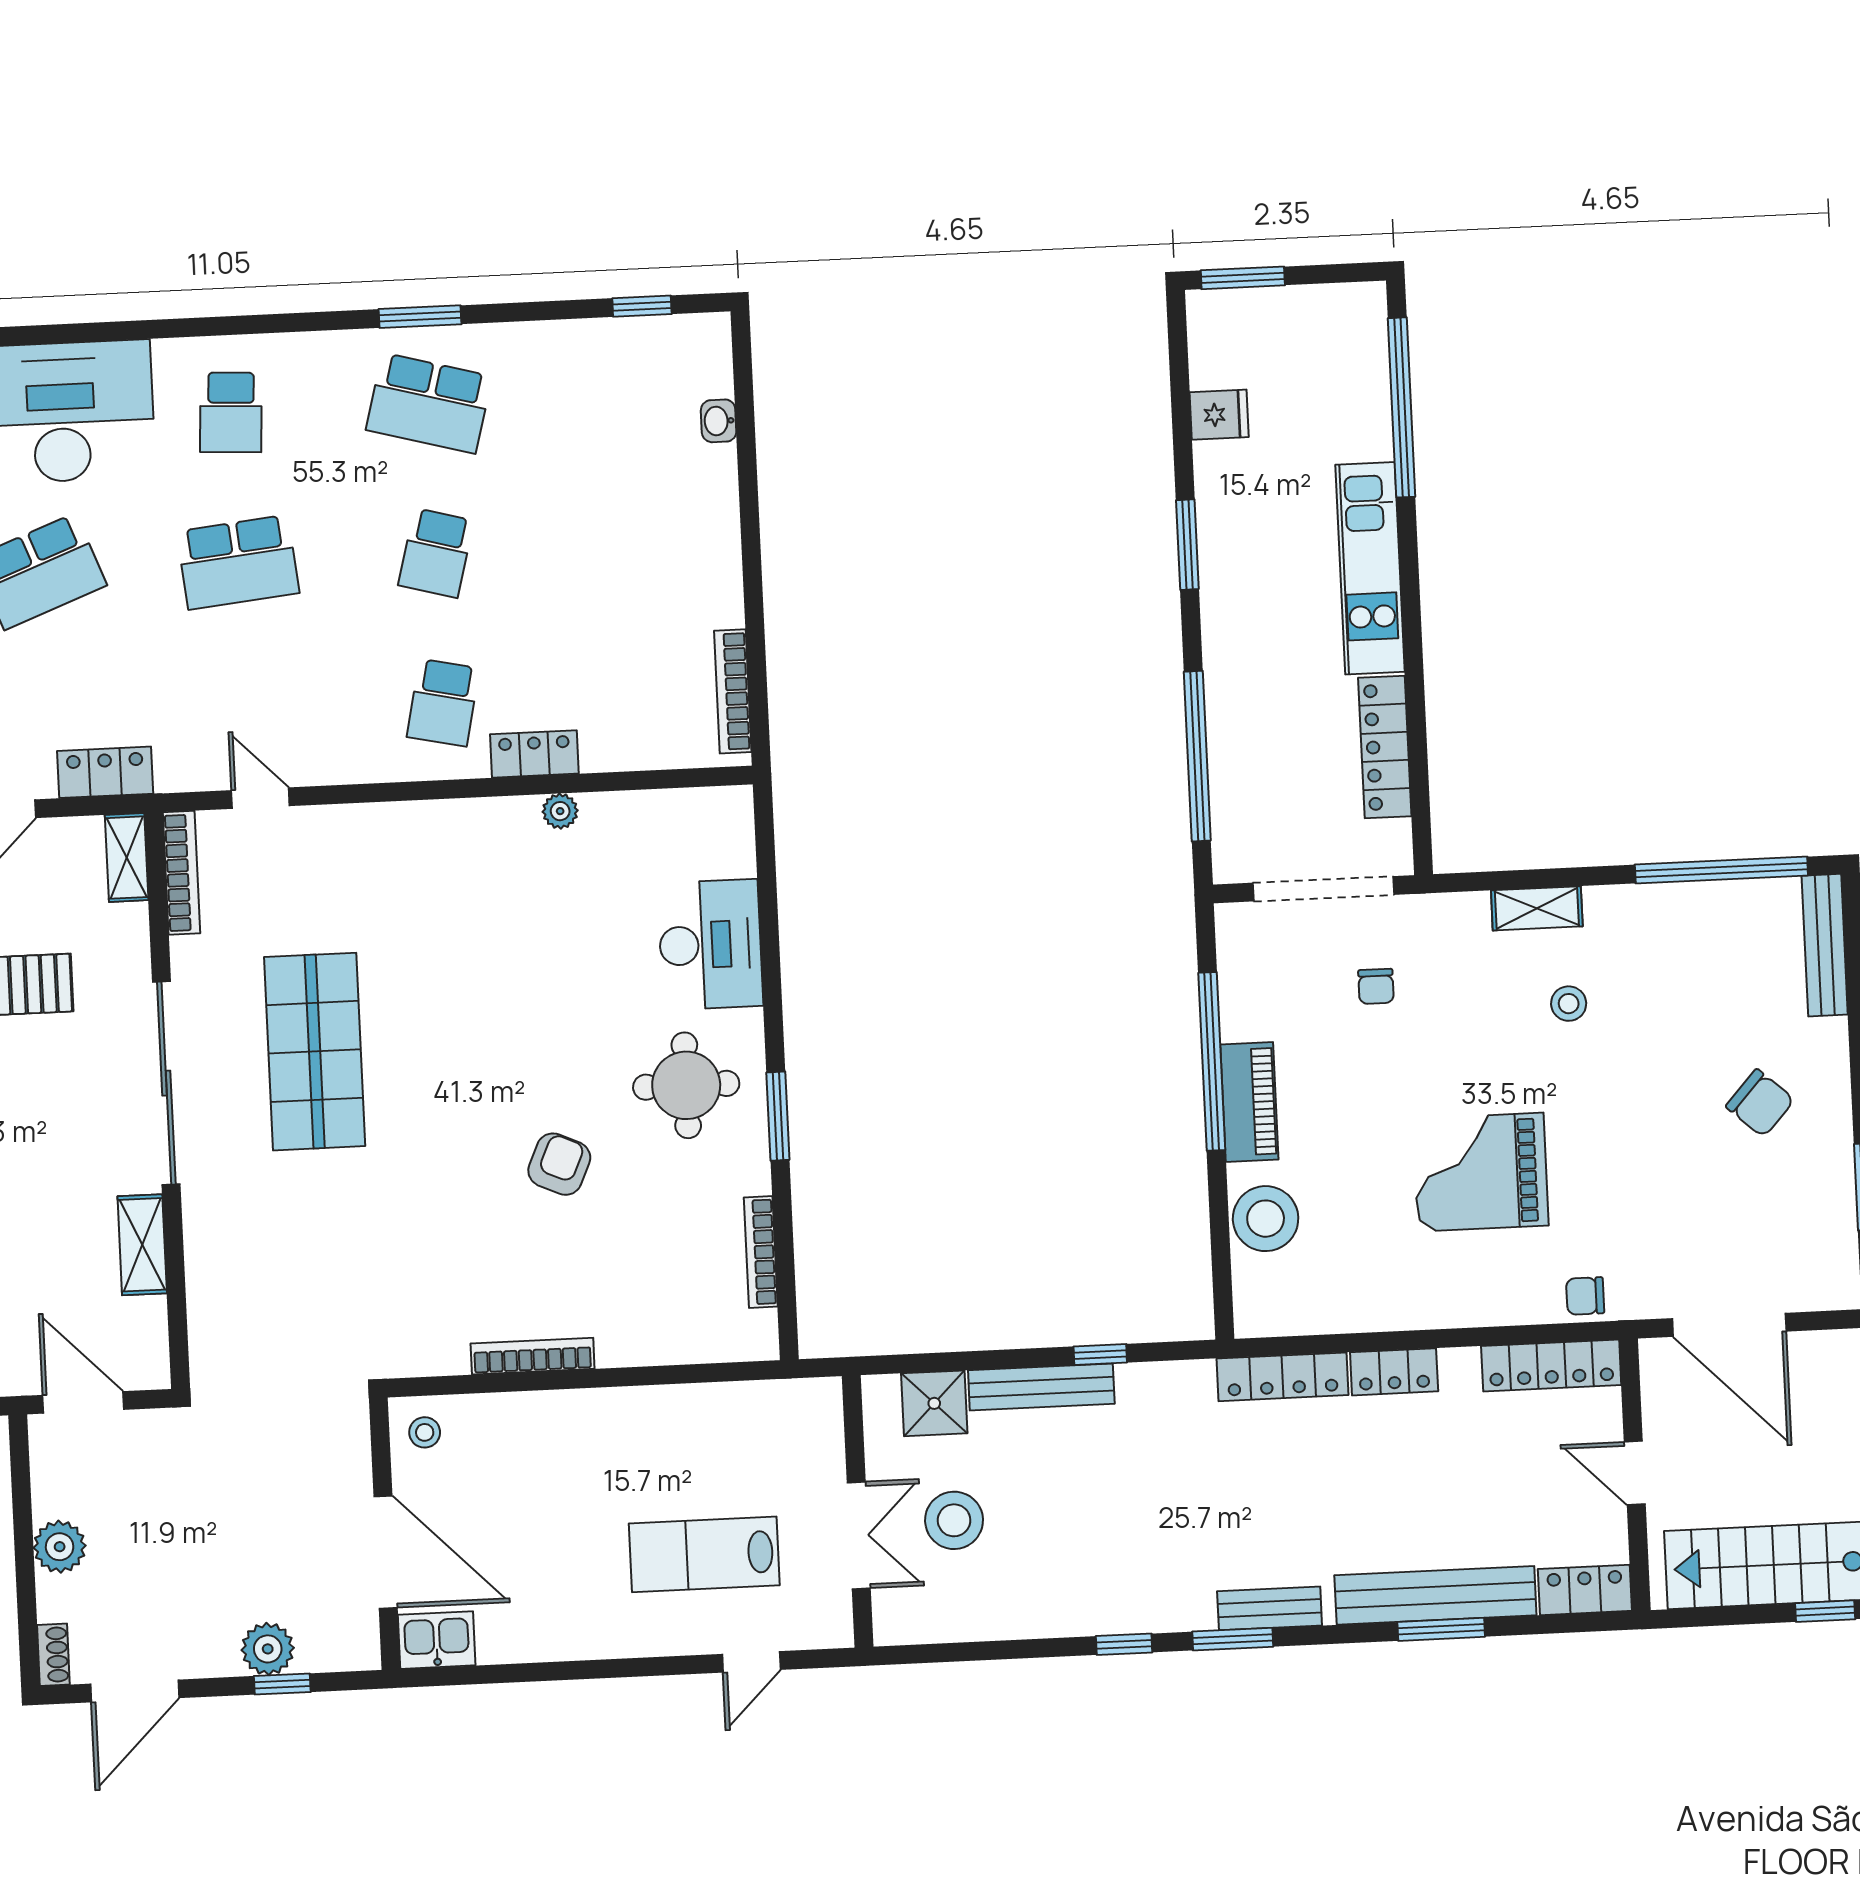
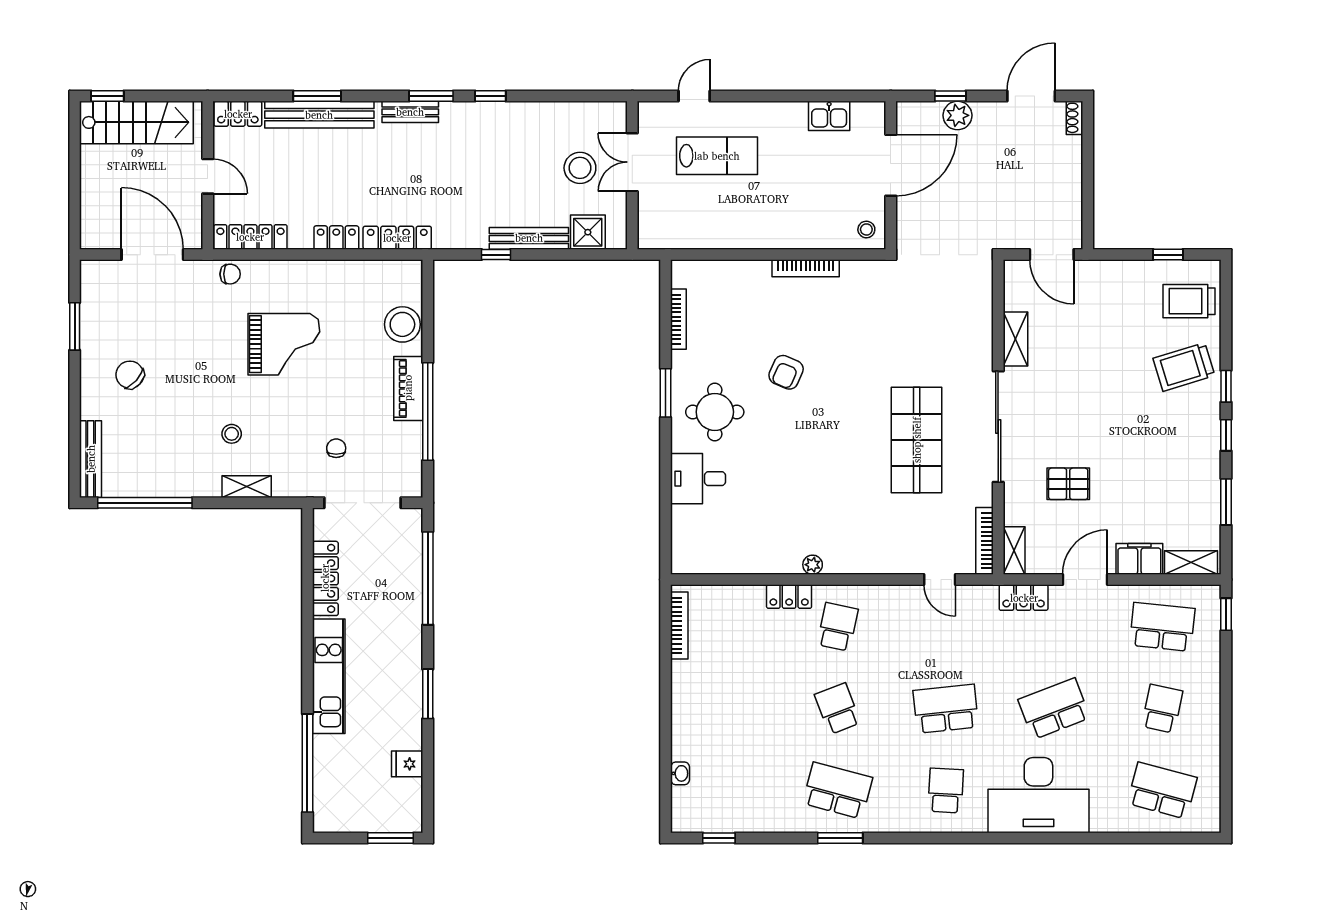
school desk: (436, 553) -> (838, 709), turned -36
plant: (560, 811) -> (813, 565), moved
desk: (710, 945) -> (698, 479), width x0.73
plant: (60, 1547) -> (1068, 177), removed
door: (386, 1552) -> (891, 165), swing flipped
kitchen sink: (437, 1640) -> (829, 116), moved

